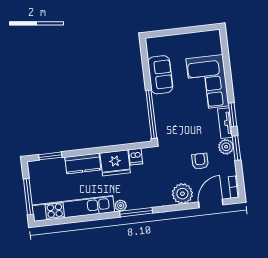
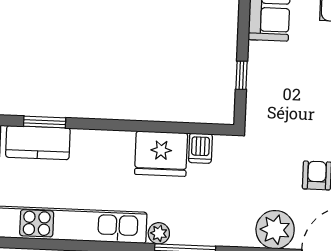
window: (151, 114) -> (241, 75), width x0.32
kitchen counter: (83, 163) -> (38, 143), moved

